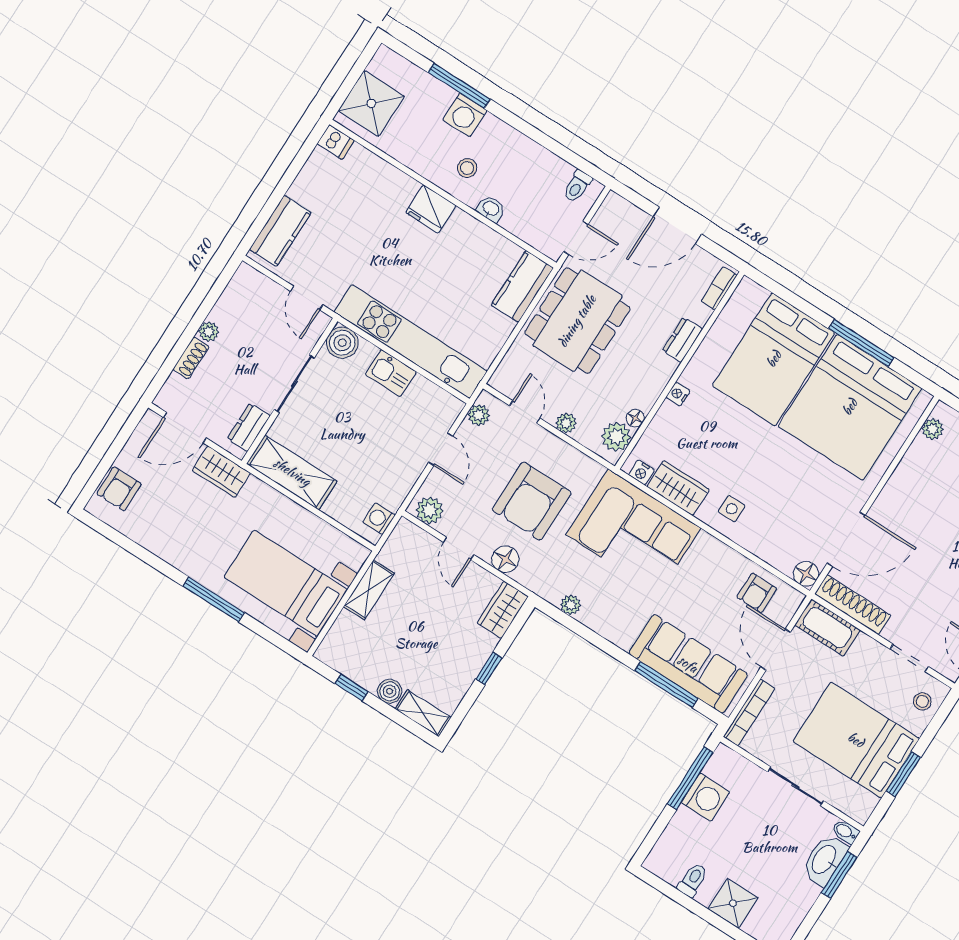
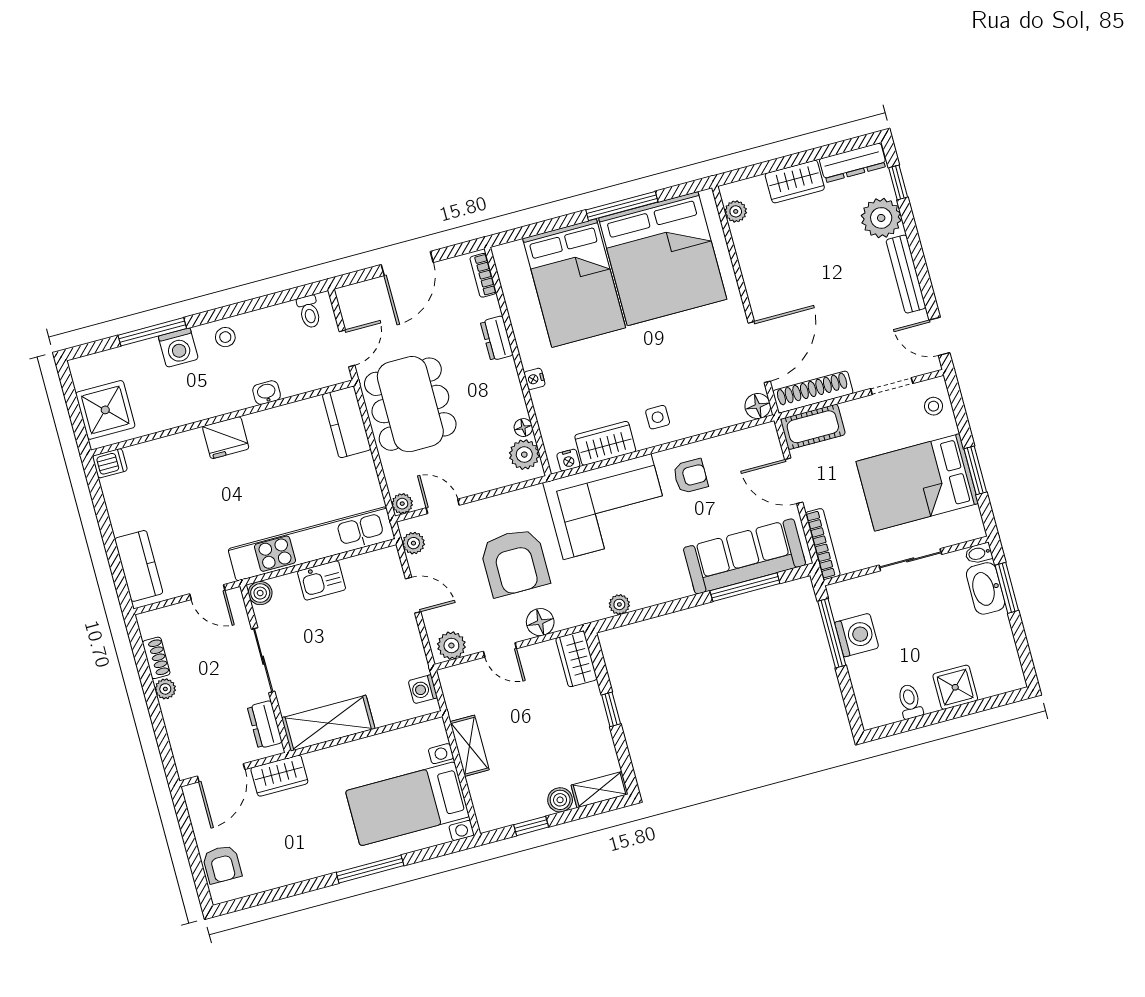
stool: (467, 168) -> (225, 337), moved
boiler: (342, 343) -> (260, 593), width x0.73, depth x0.73
shoe rack: (191, 358) -> (156, 658), moved
plant: (566, 423) -> (402, 504), moved
armchair: (757, 593) -> (690, 476), moved, turned -90

